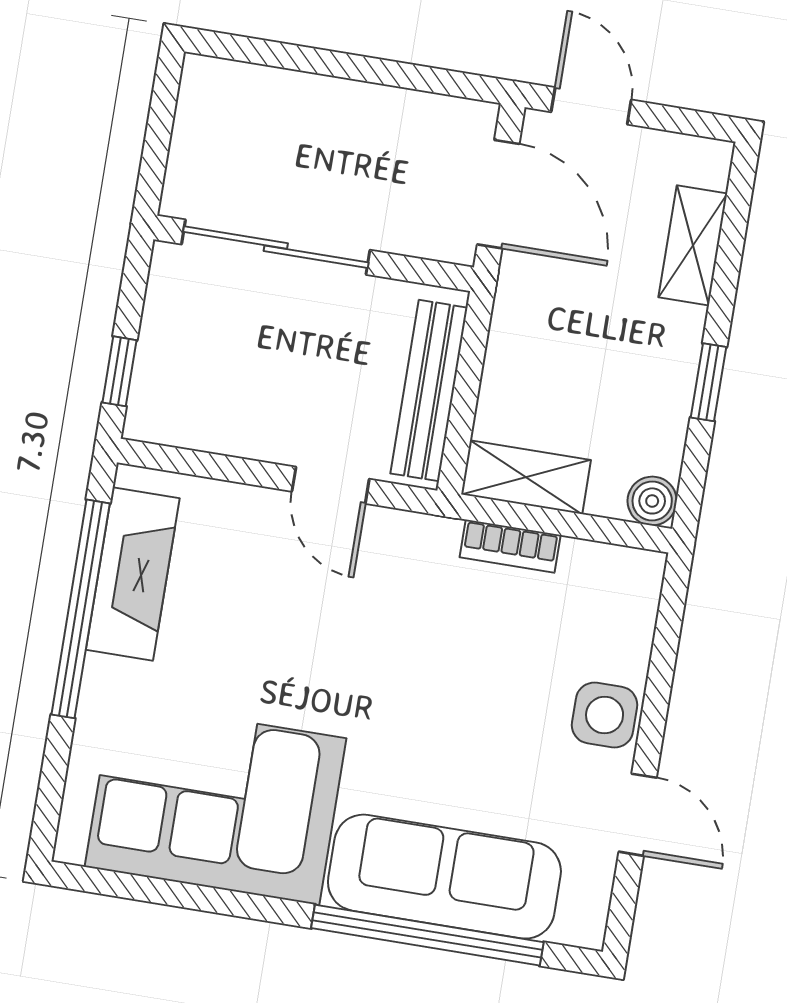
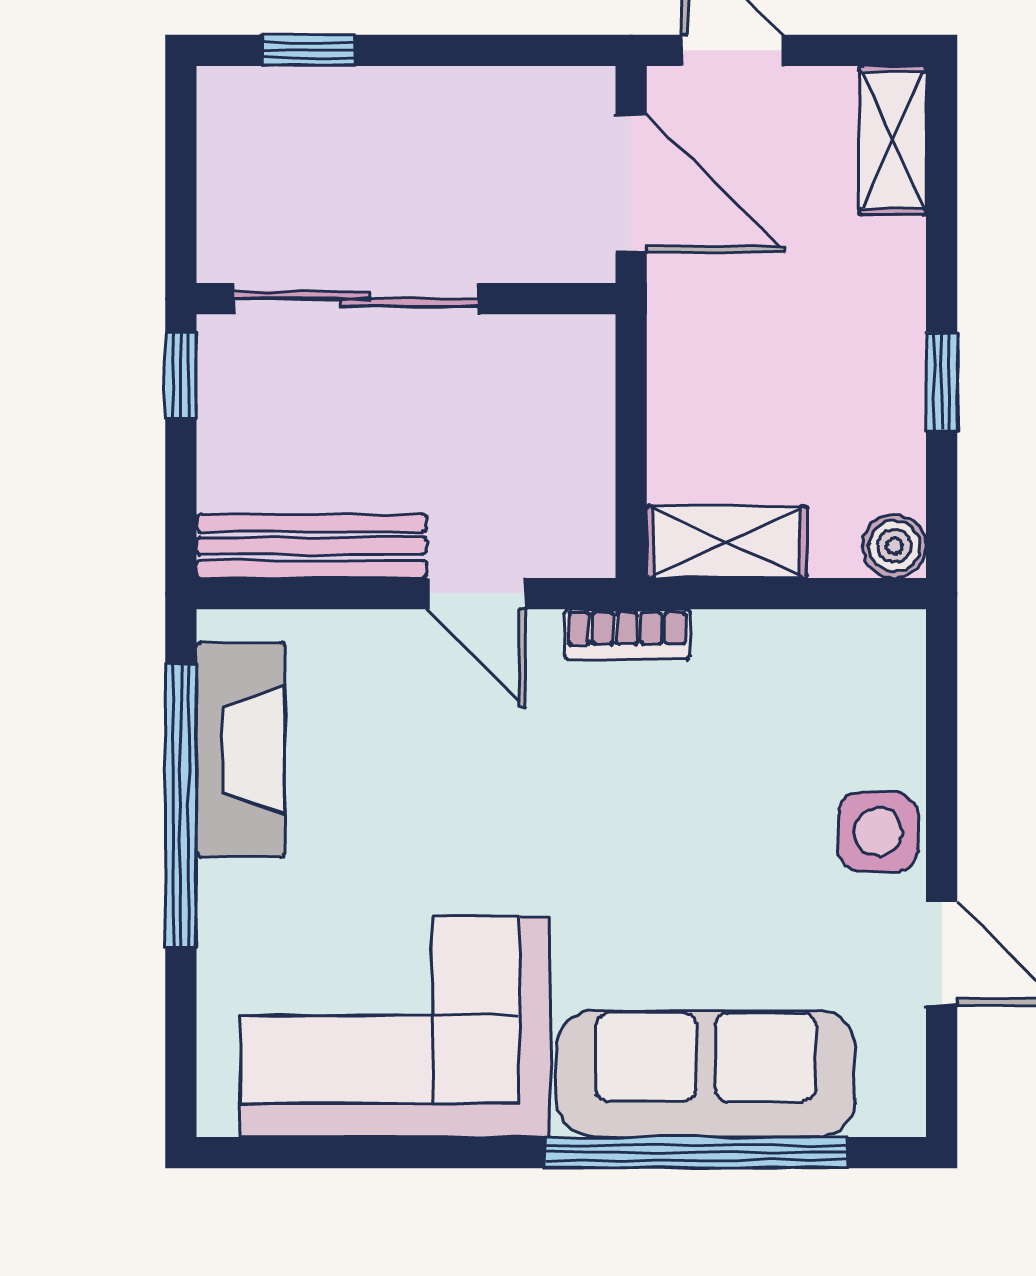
window: (271, 53) -> (308, 50), added
shelving: (693, 245) -> (893, 140), moved
window: (119, 371) -> (181, 375), moved
bench: (429, 391) -> (311, 546), moved, turned 90
bookcase: (510, 546) -> (627, 634), moved

